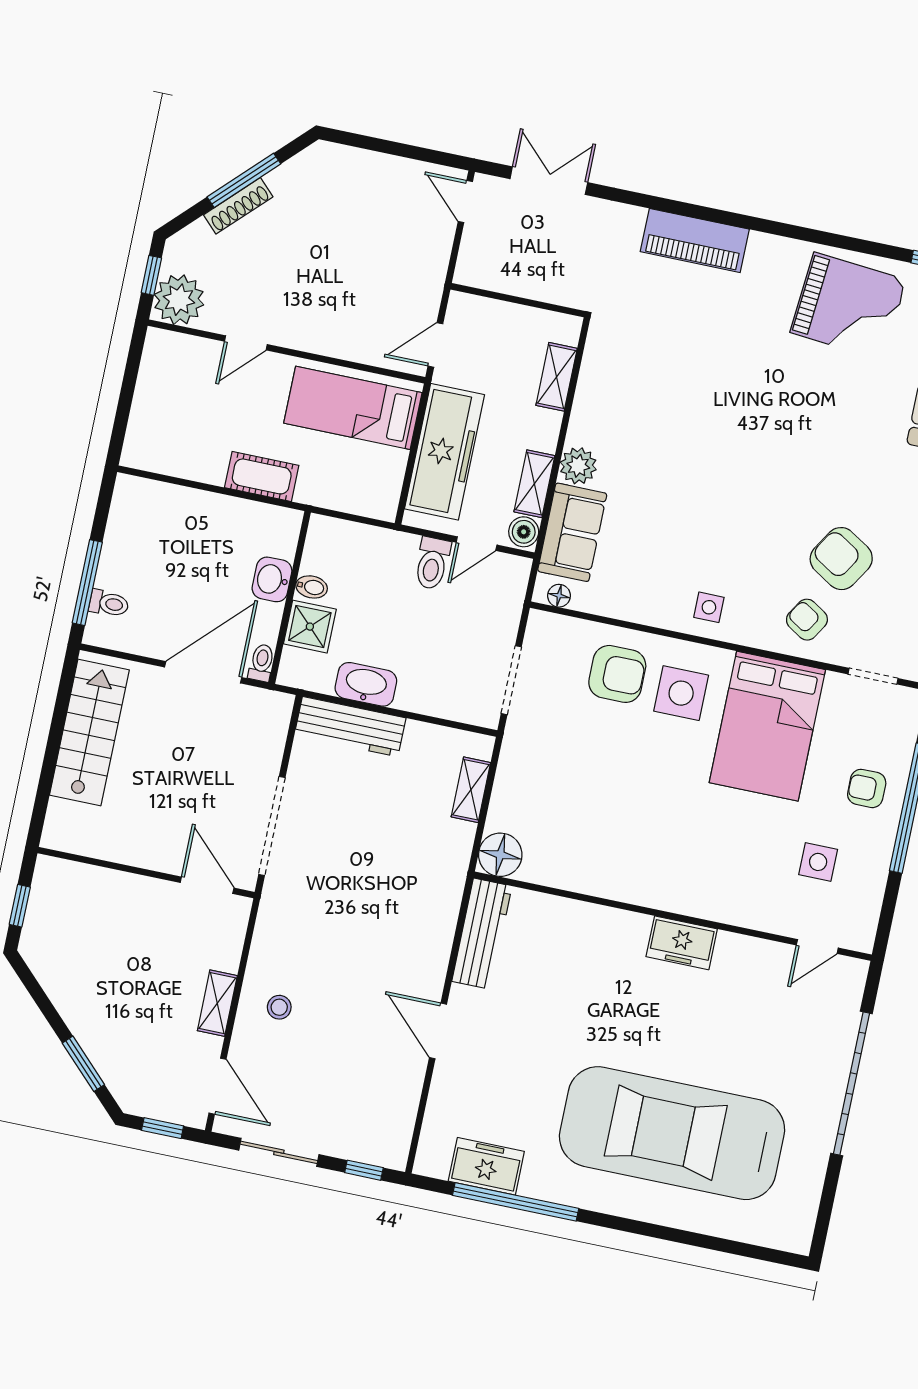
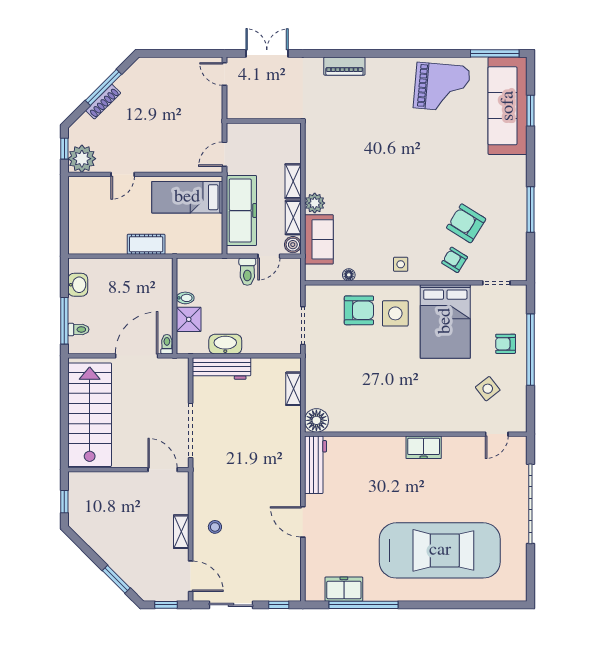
piano: (695, 240) -> (344, 66), width x0.73, depth x0.75
shelving: (557, 377) -> (293, 181), moved
washbasin: (272, 579) -> (78, 285), moved, turned 180
floor lamp: (559, 596) -> (349, 275), moved
stairs: (89, 733) -> (90, 415), width x1.36, depth x1.51
side table: (818, 862) -> (488, 389), turned -38
car: (672, 1133) -> (440, 550), turned 180

